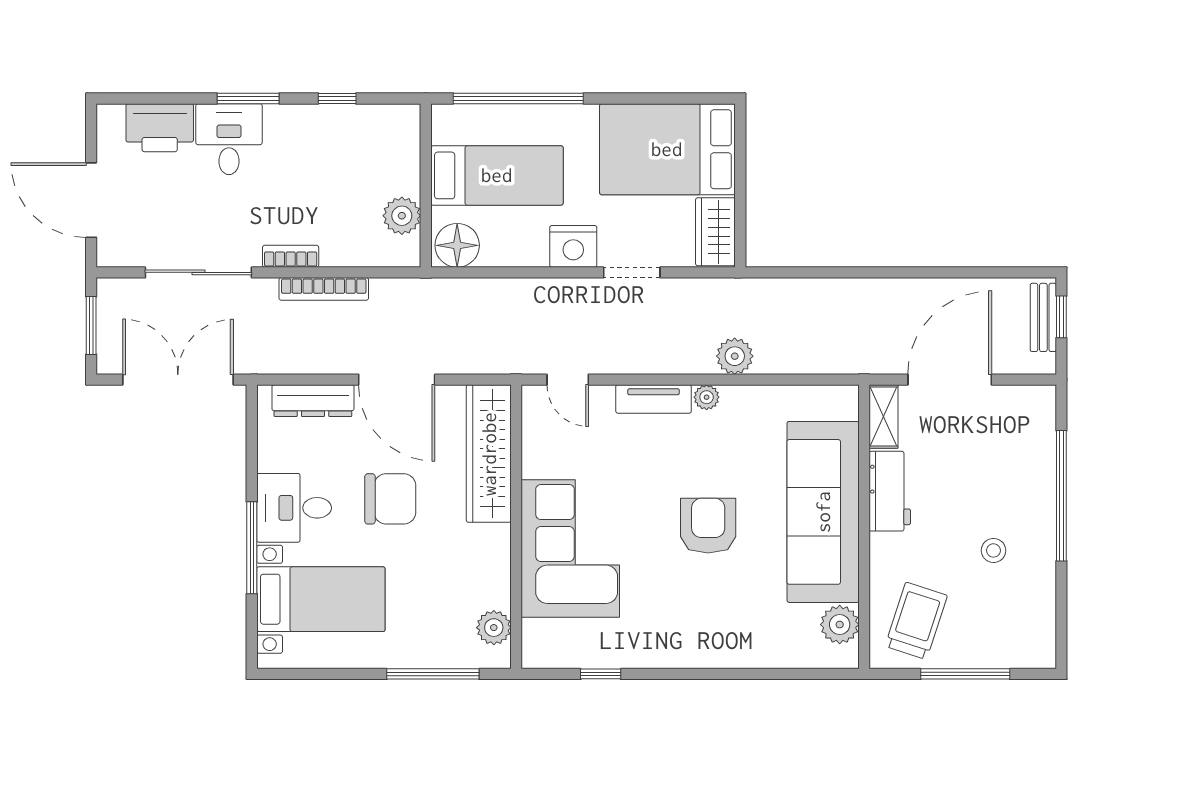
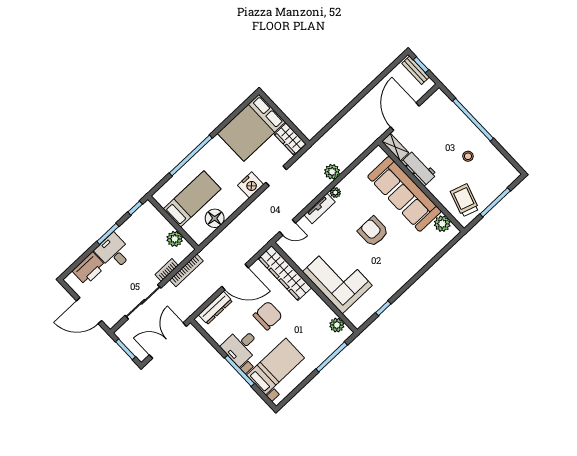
bed: (497, 175) -> (192, 199), moved
wall: (426, 185) -> (173, 223), moved
plant: (402, 216) -> (175, 239), moved

